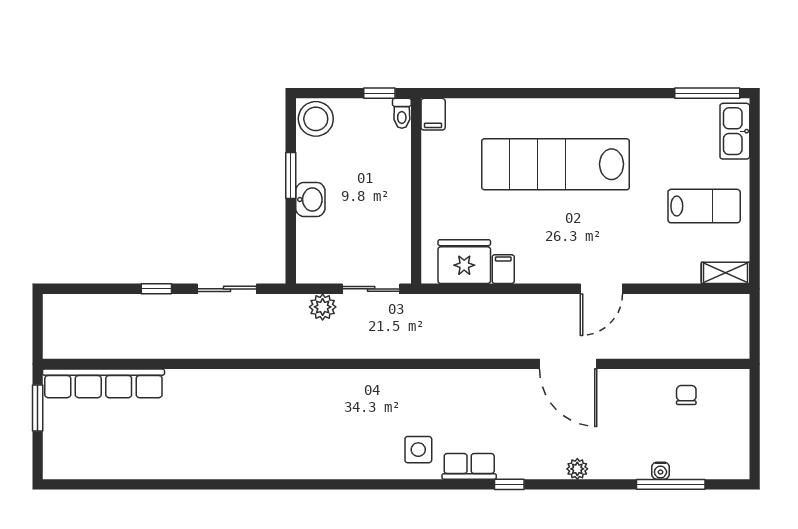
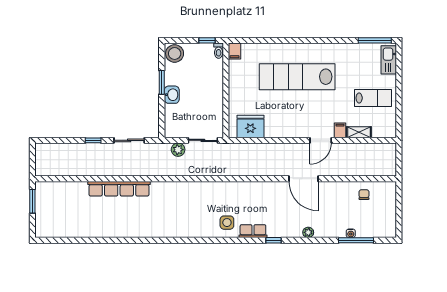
filing cabinet: (503, 269) -> (340, 130), moved
shelving: (725, 273) -> (359, 132), moved
row of seats: (103, 383) -> (119, 189), moved

